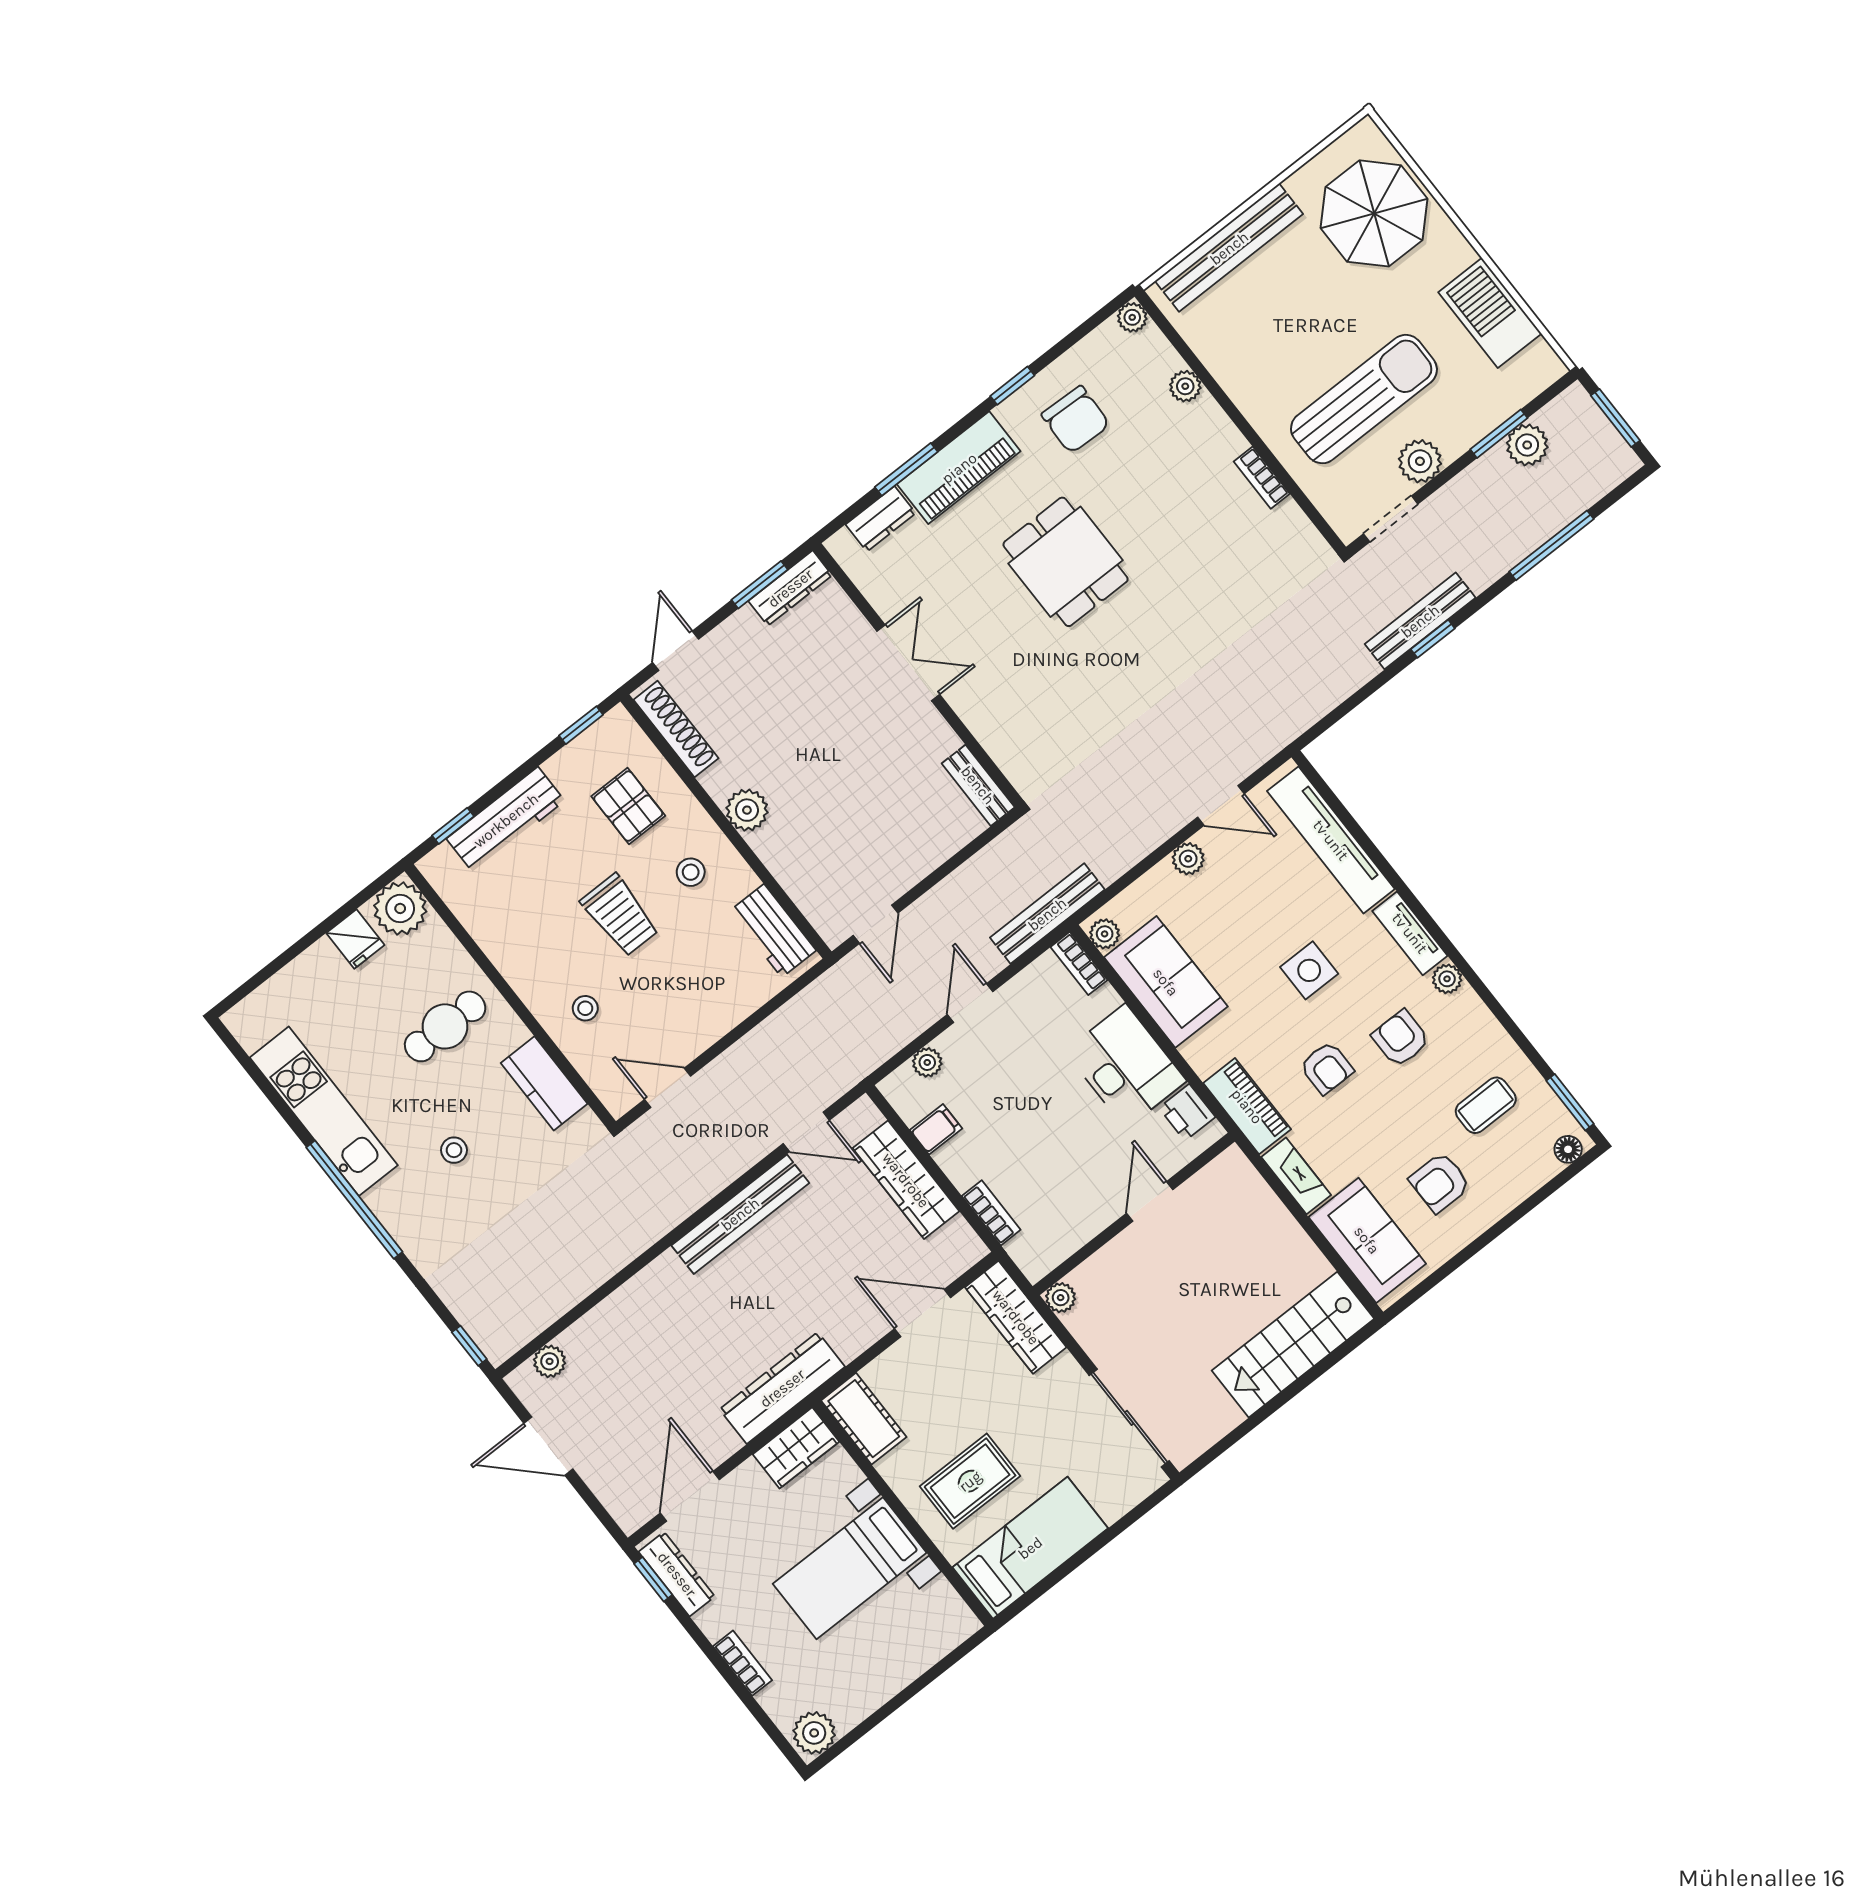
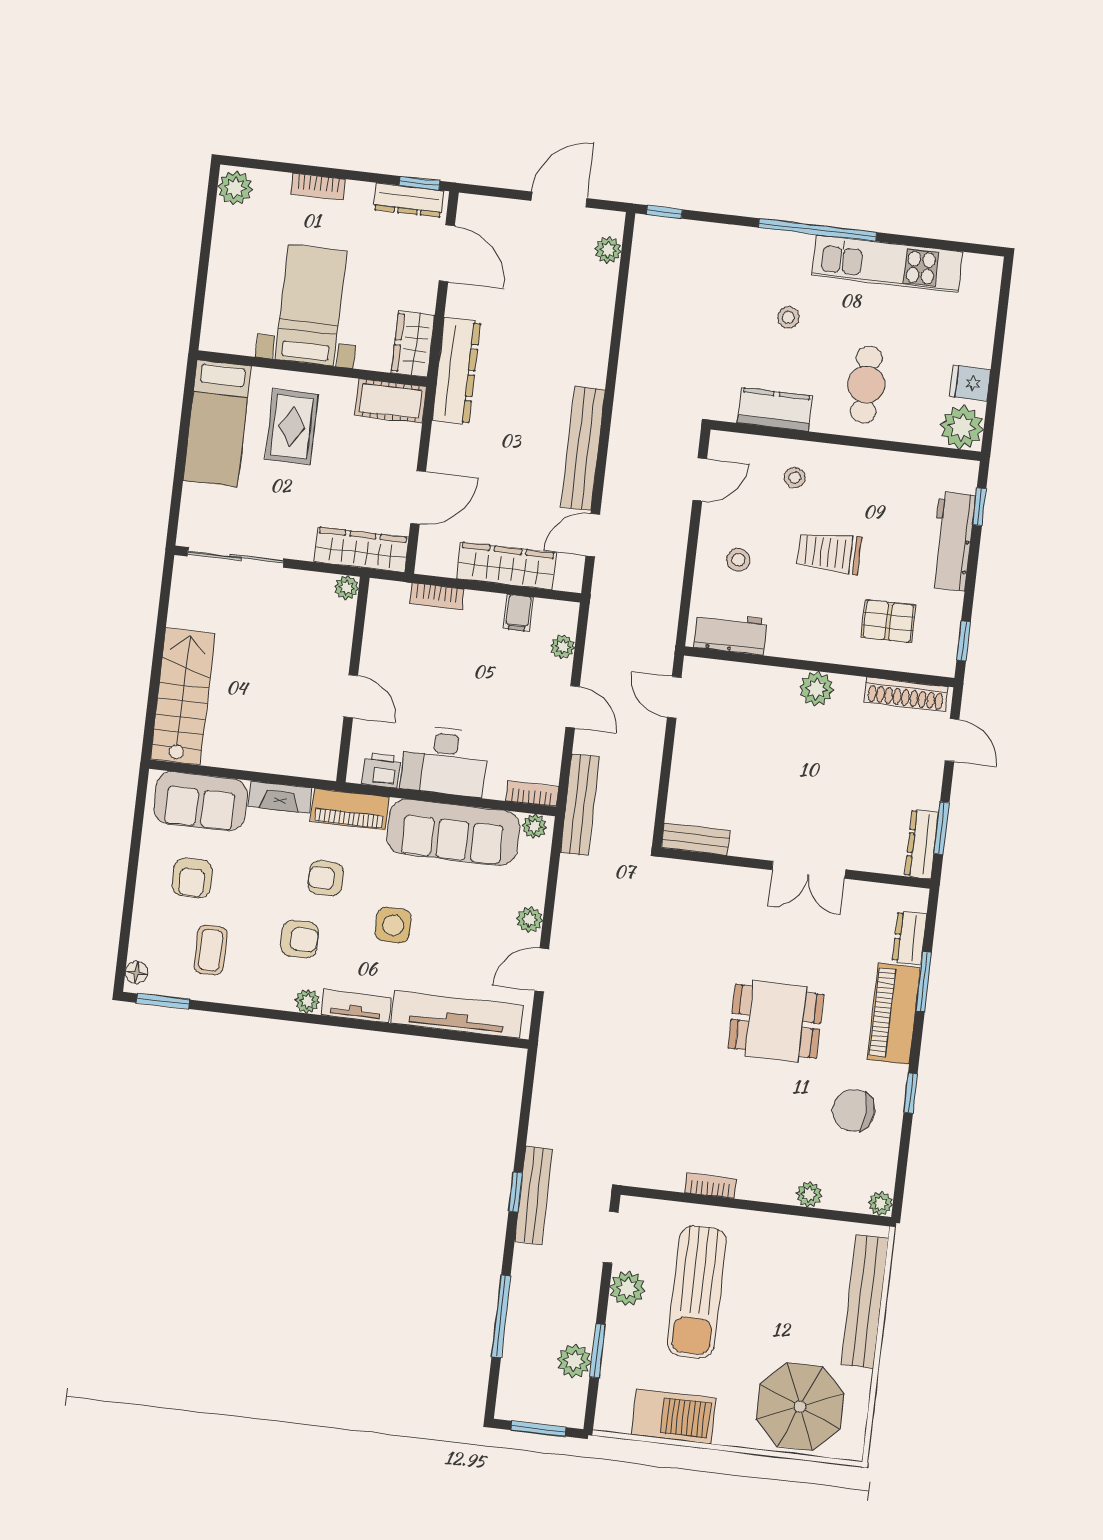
stool: (691, 872) -> (738, 560), moved
sofa: (1166, 982) -> (453, 832), width x1.36
armchair: (1440, 1182) -> (192, 878), turned 180

